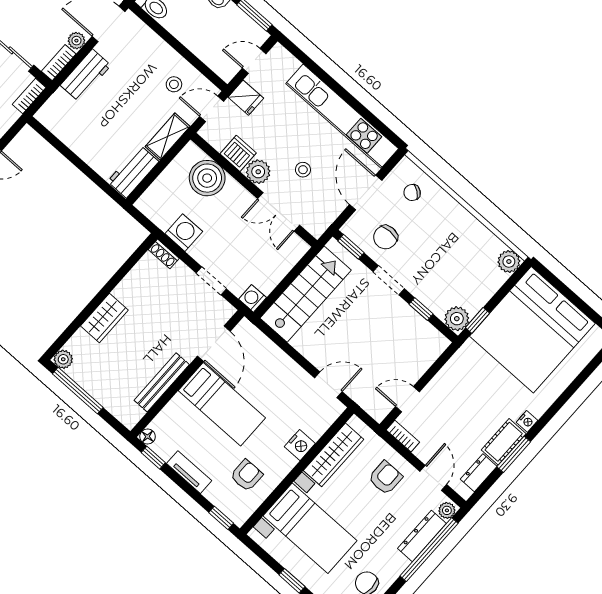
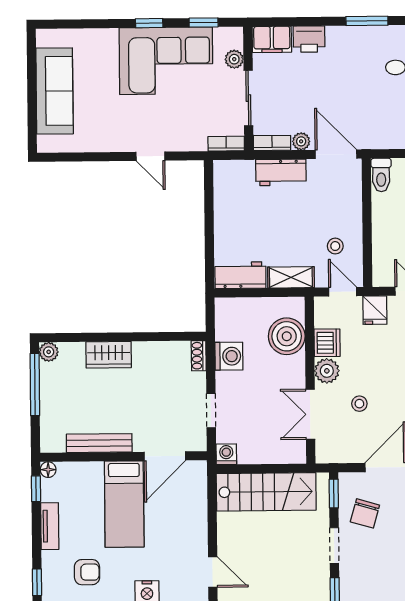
chair: (386, 237) -> (365, 513), turned -74

